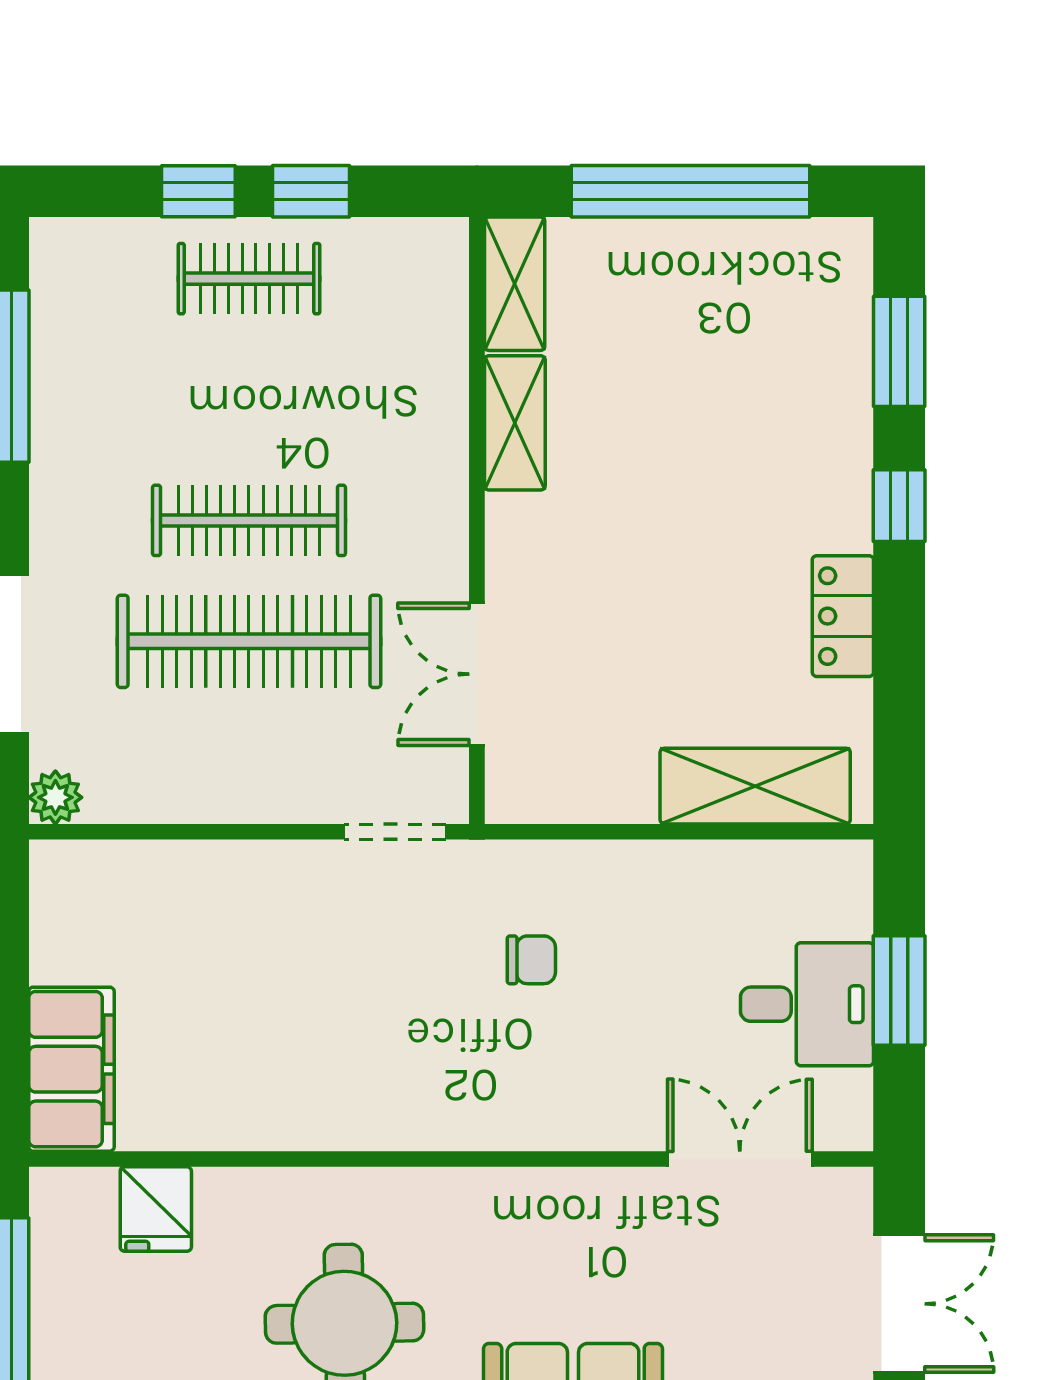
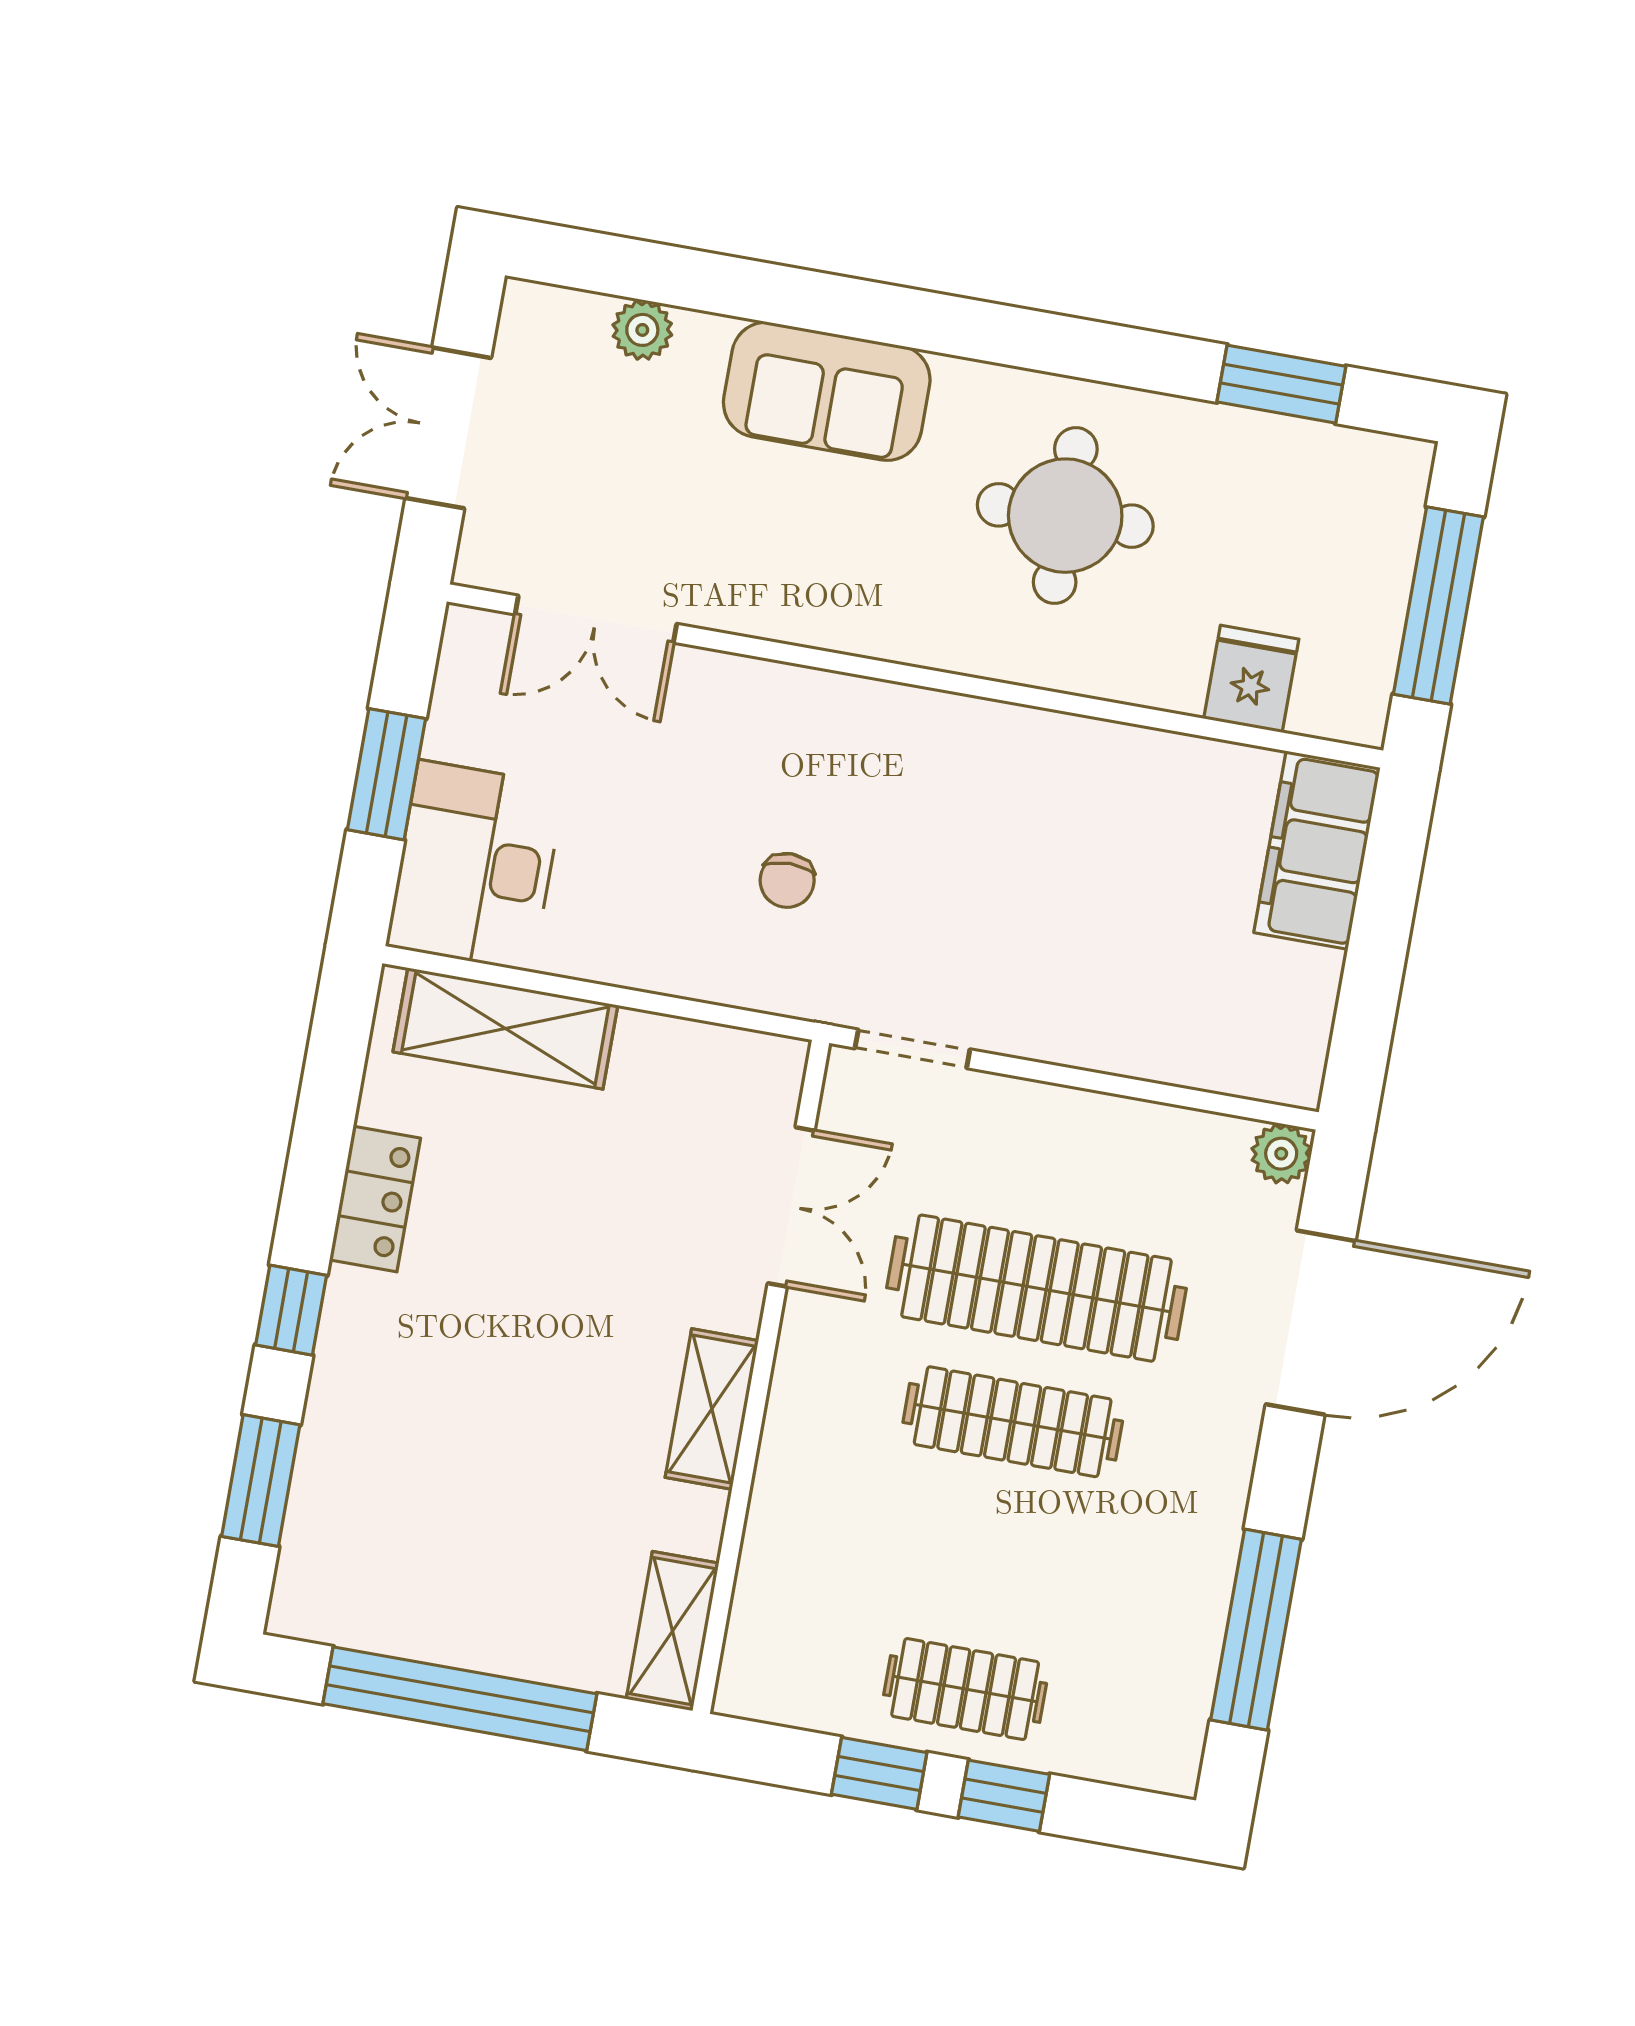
shelving: (515, 423) -> (712, 1409), moved
chair: (531, 960) -> (787, 880), turned -90
desk: (807, 1004) -> (475, 866), moved, width x1.37

